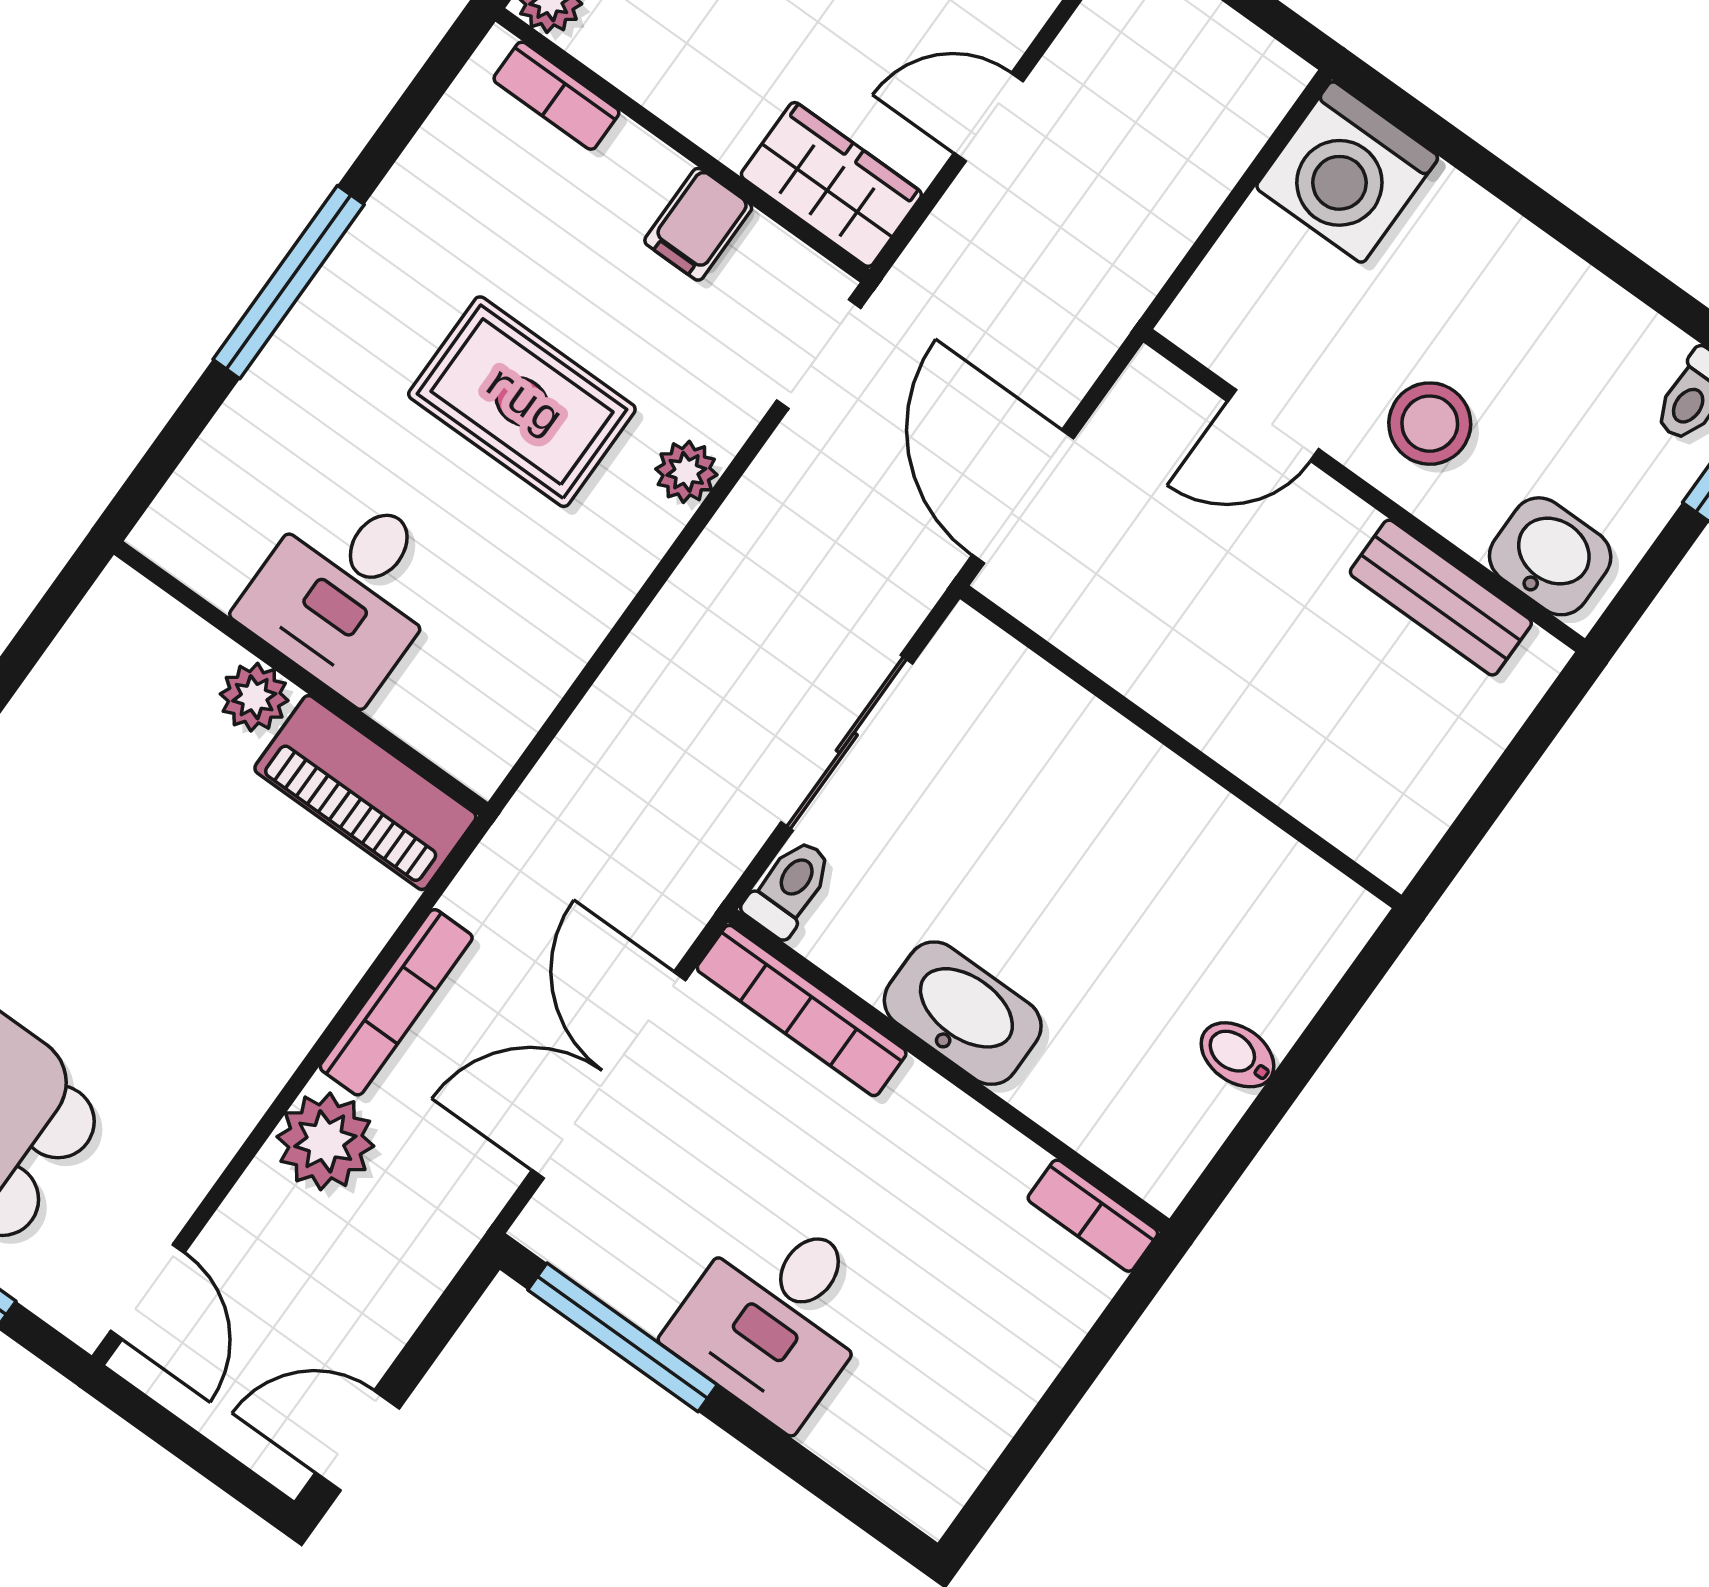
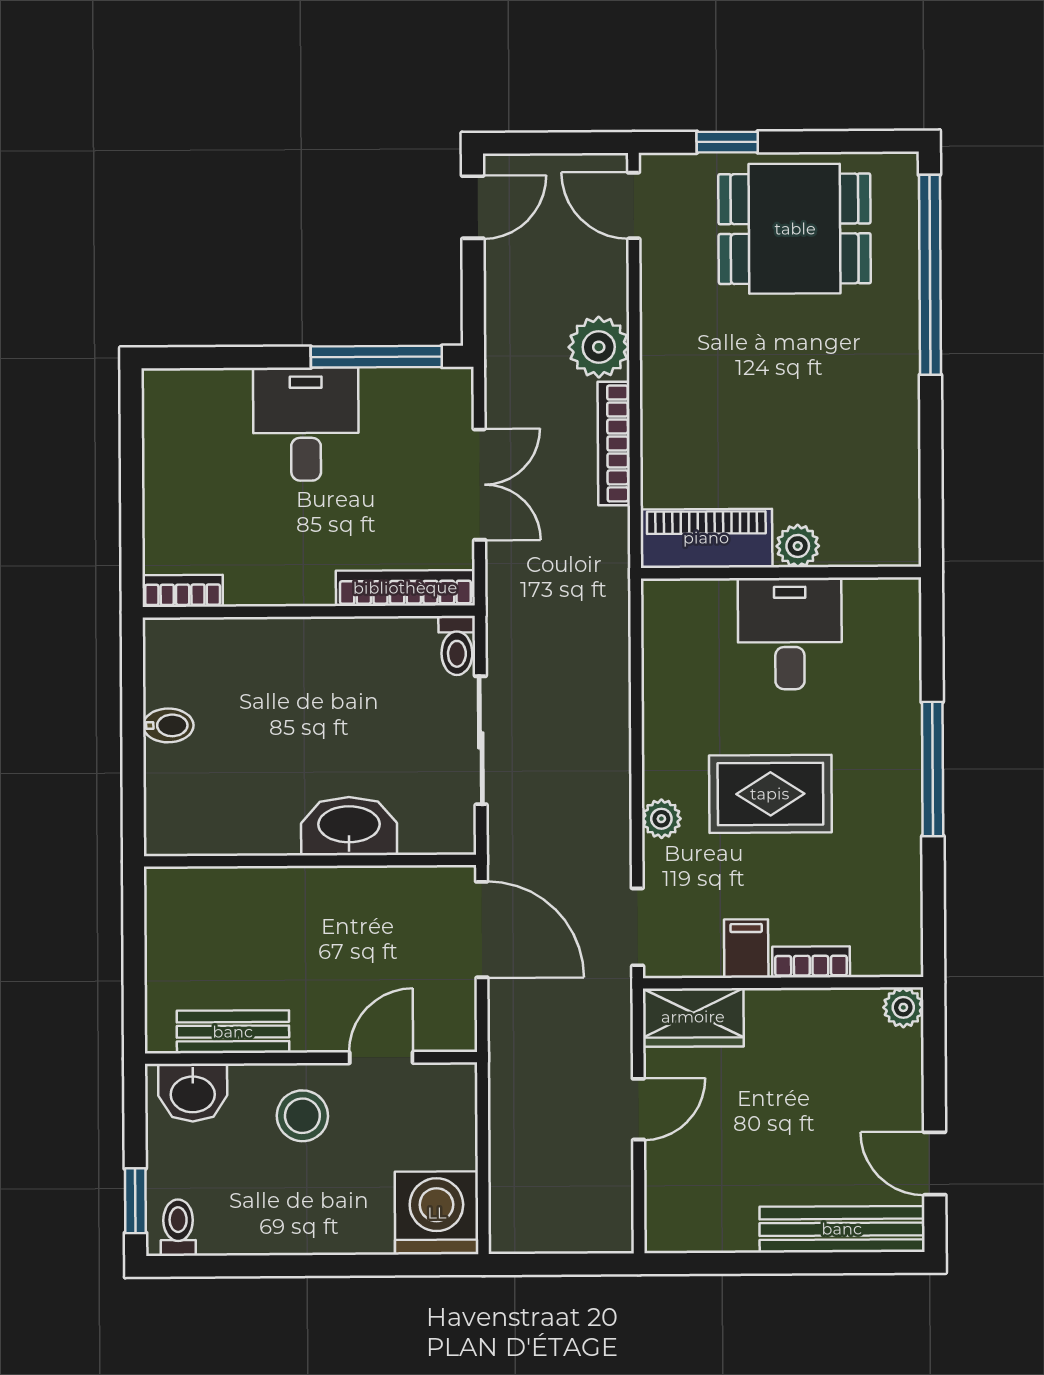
bookcase: (556, 96) -> (811, 962), moved
washbasin: (963, 1013) -> (349, 826), moved, turned 180
double door: (609, 1075) -> (479, 485), width x0.73

